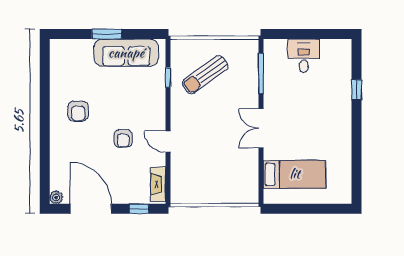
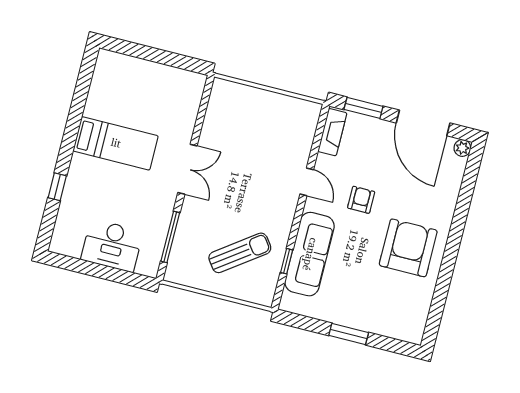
sofa: (126, 53) -> (310, 254), moved, turned 90
desk: (304, 56) -> (112, 246), width x1.37
armchair: (78, 111) -> (408, 248), width x1.88, depth x1.88
bed: (295, 174) -> (116, 143), moved, turned 180
window: (139, 209) -> (363, 108), width x1.50

